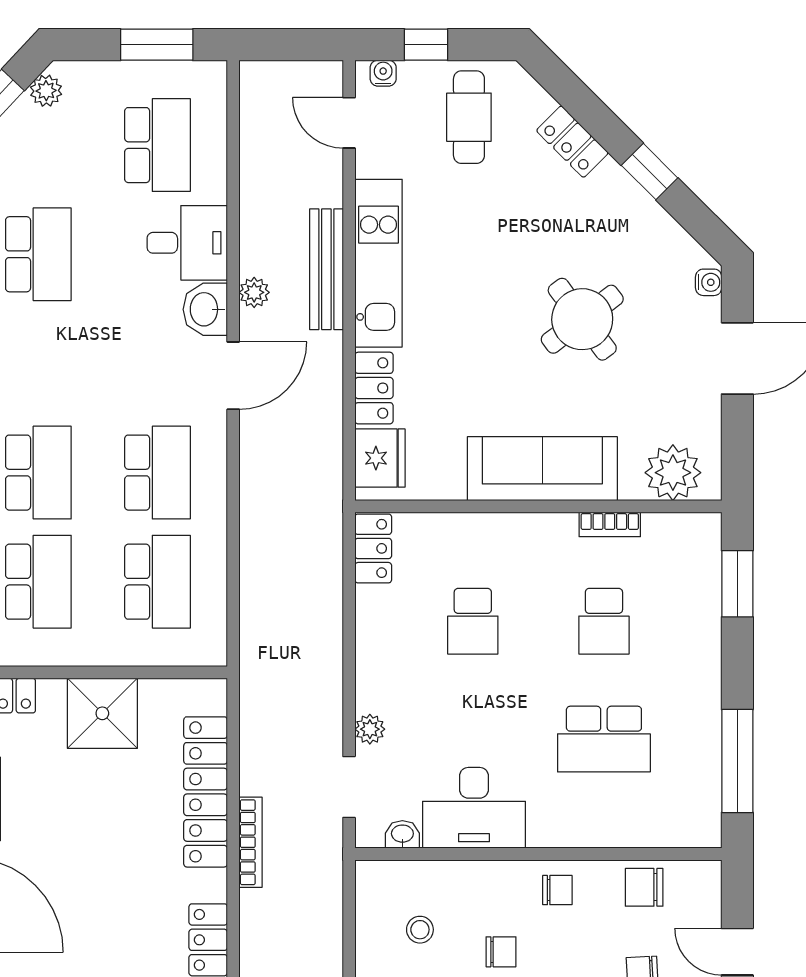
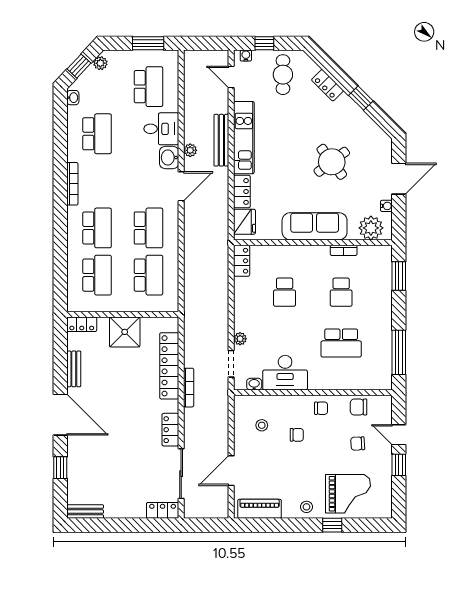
water cooler: (709, 282) -> (386, 206), moved

